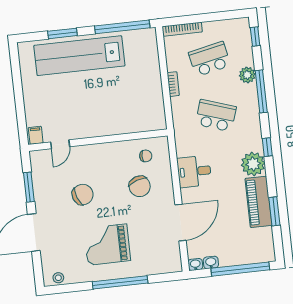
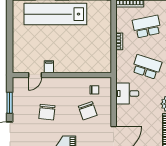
filing cabinet: (36, 135) -> (49, 67), moved
desk: (194, 171) -> (127, 94), moved
chair: (83, 195) -> (47, 112), turned 117

